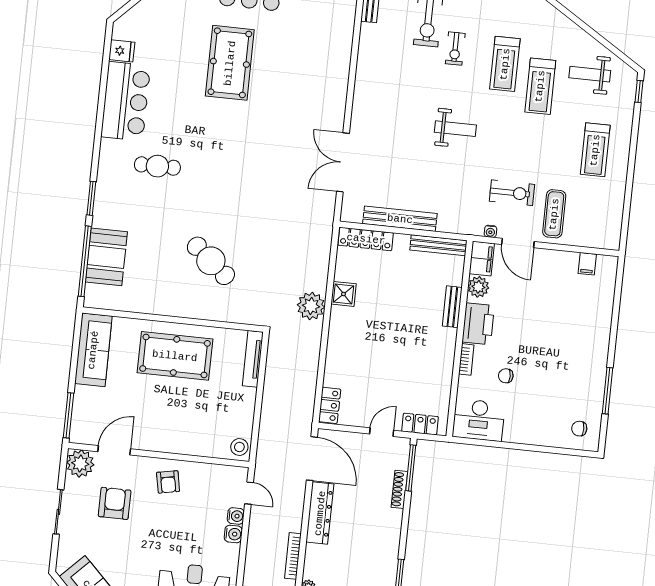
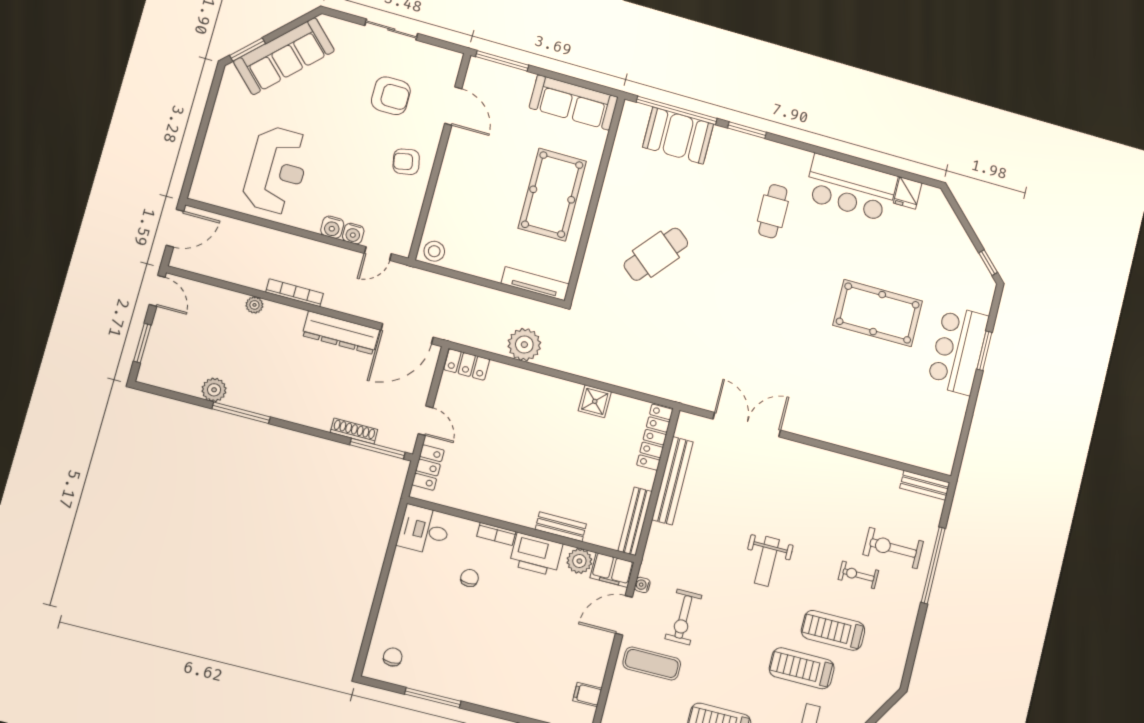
plant: (311, 306) -> (524, 345), moved
desk: (479, 420) -> (424, 530), width x0.73
plant: (80, 463) -> (444, 64), removed

